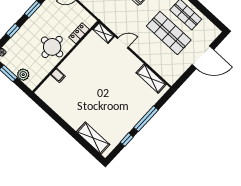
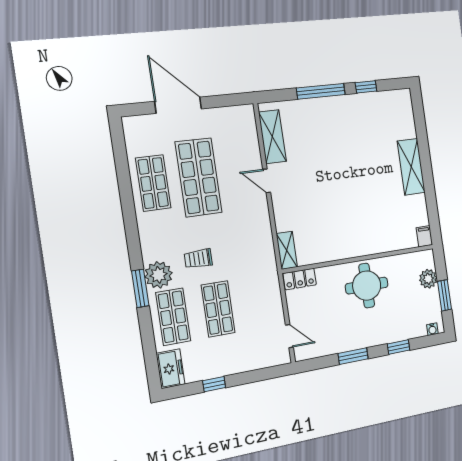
locker: (79, 33) -> (300, 279), moved
door: (123, 43) -> (267, 181), moved
filing cabinet: (58, 75) -> (424, 236), moved
shelving: (93, 138) -> (411, 167), moved

